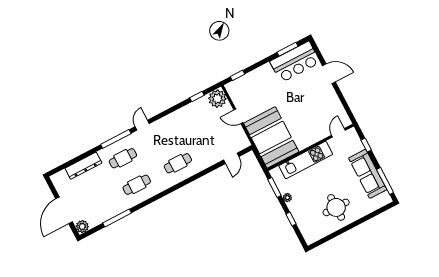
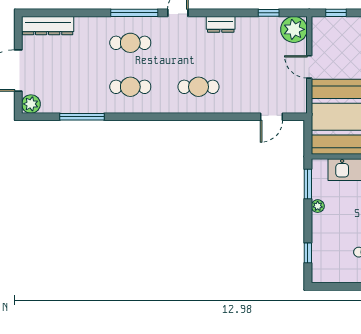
dresser: (172, 119) -> (221, 24), added
dresser: (83, 166) -> (48, 26), moved
window: (291, 219) -> (308, 253), moved

